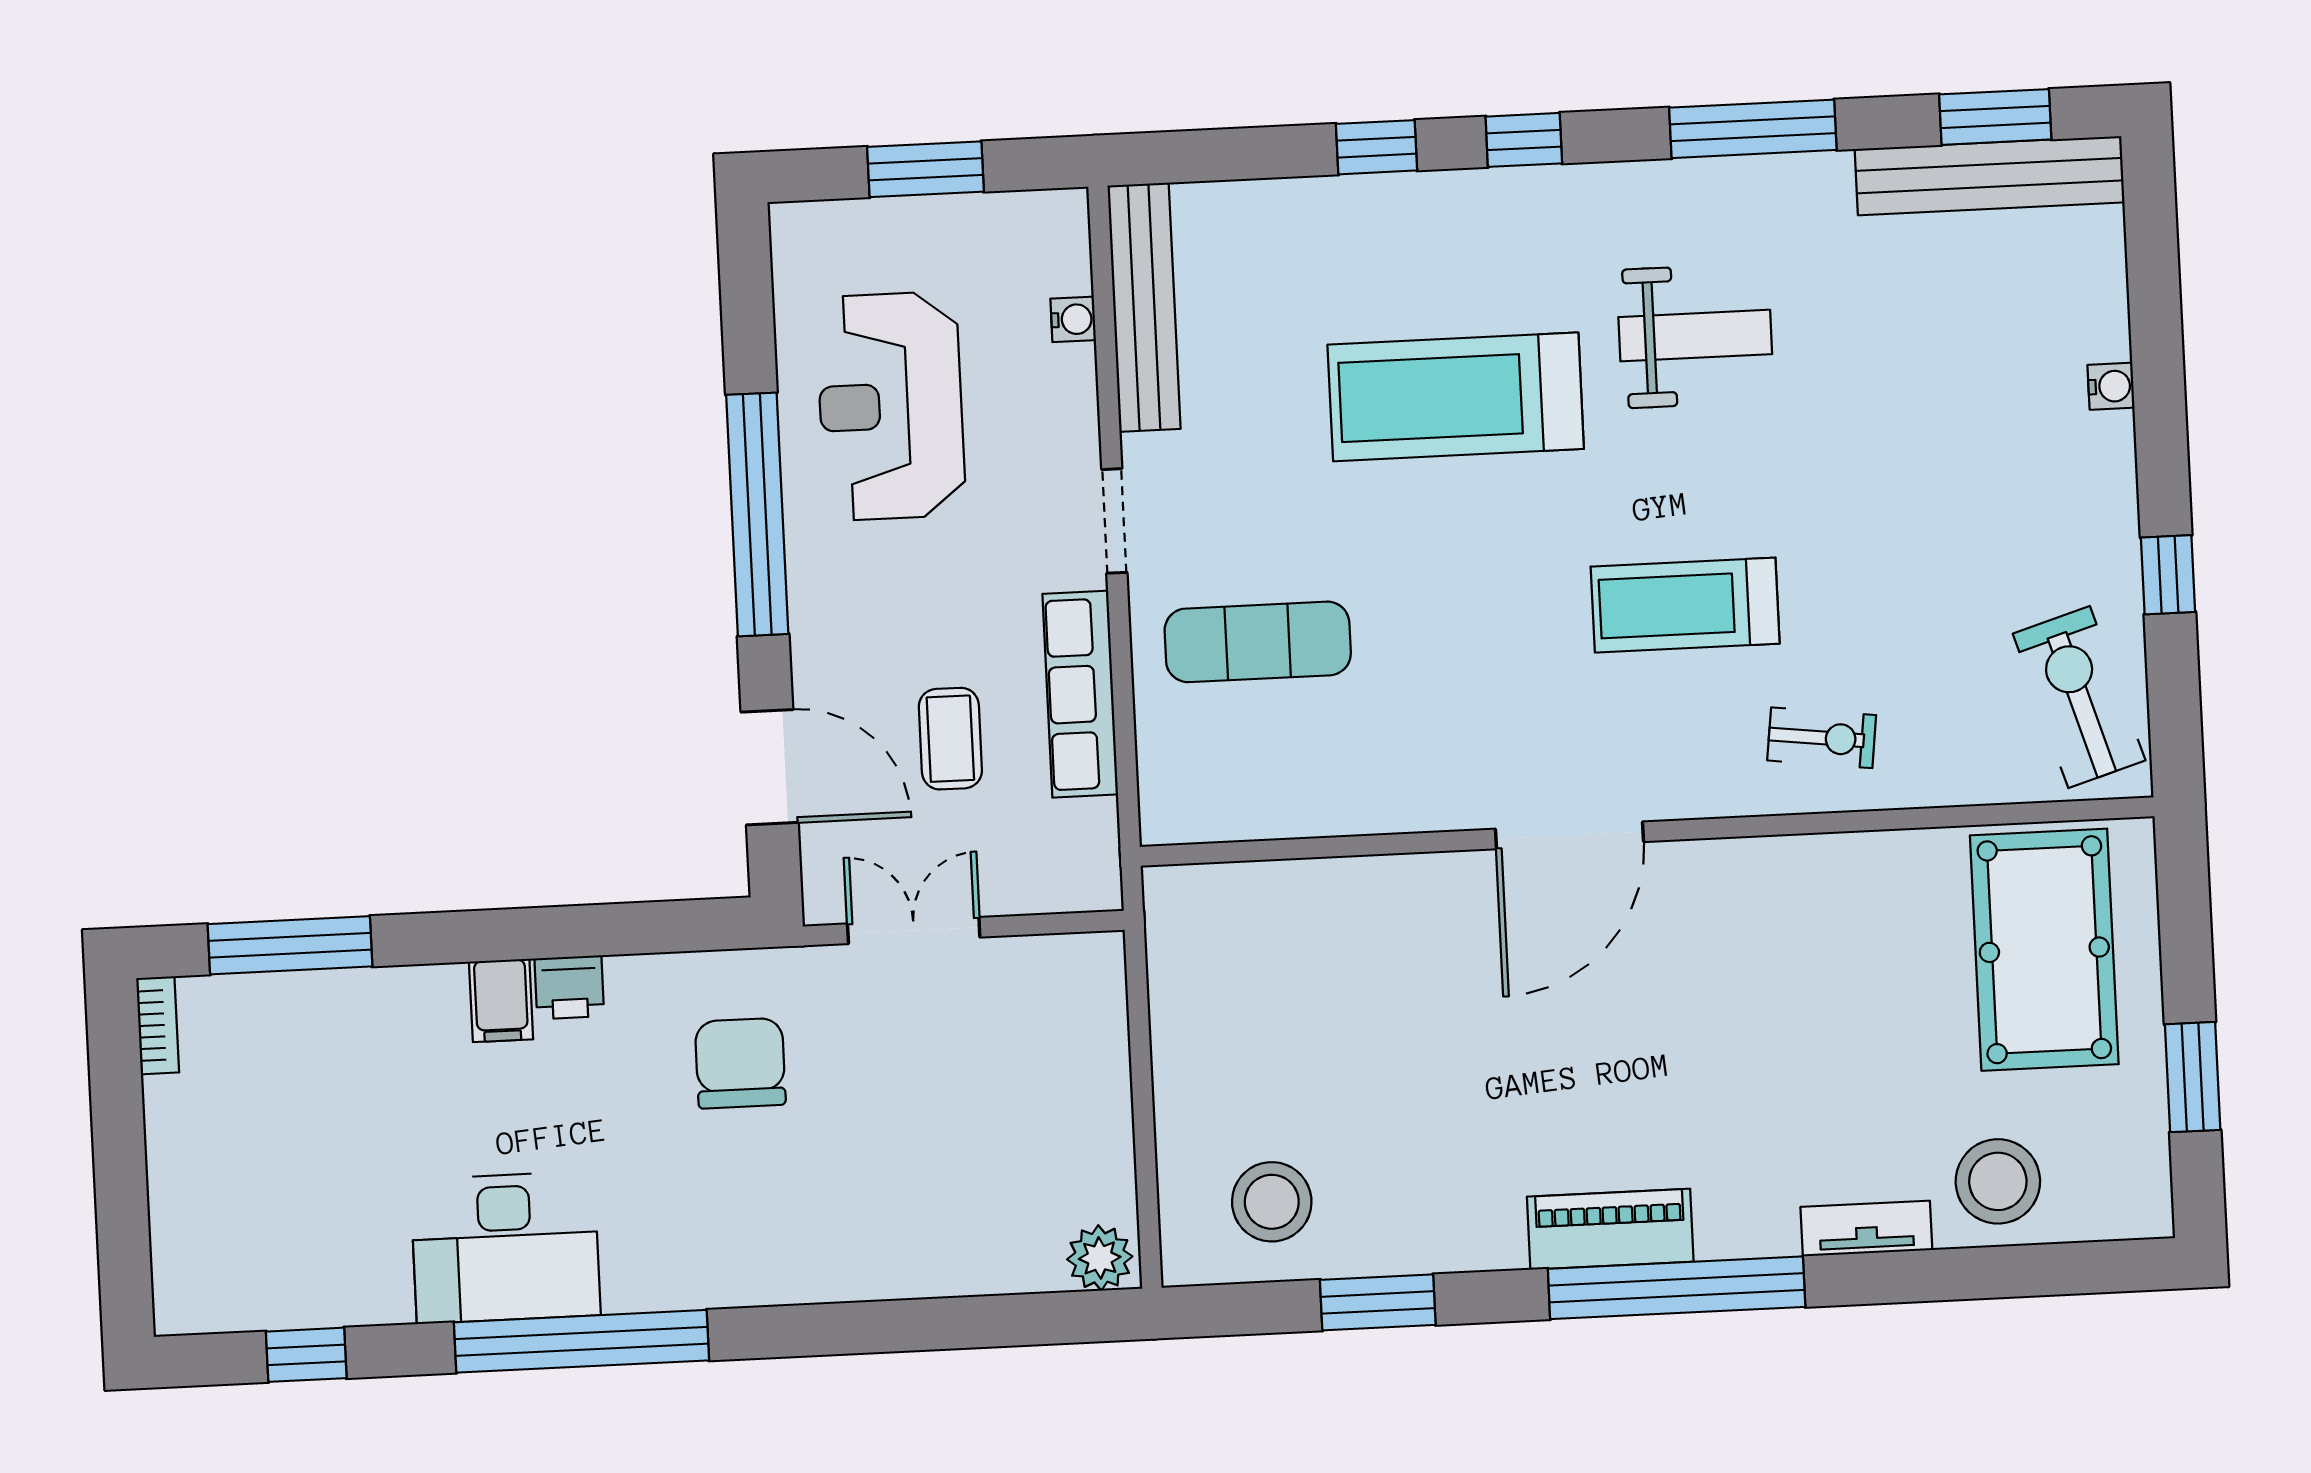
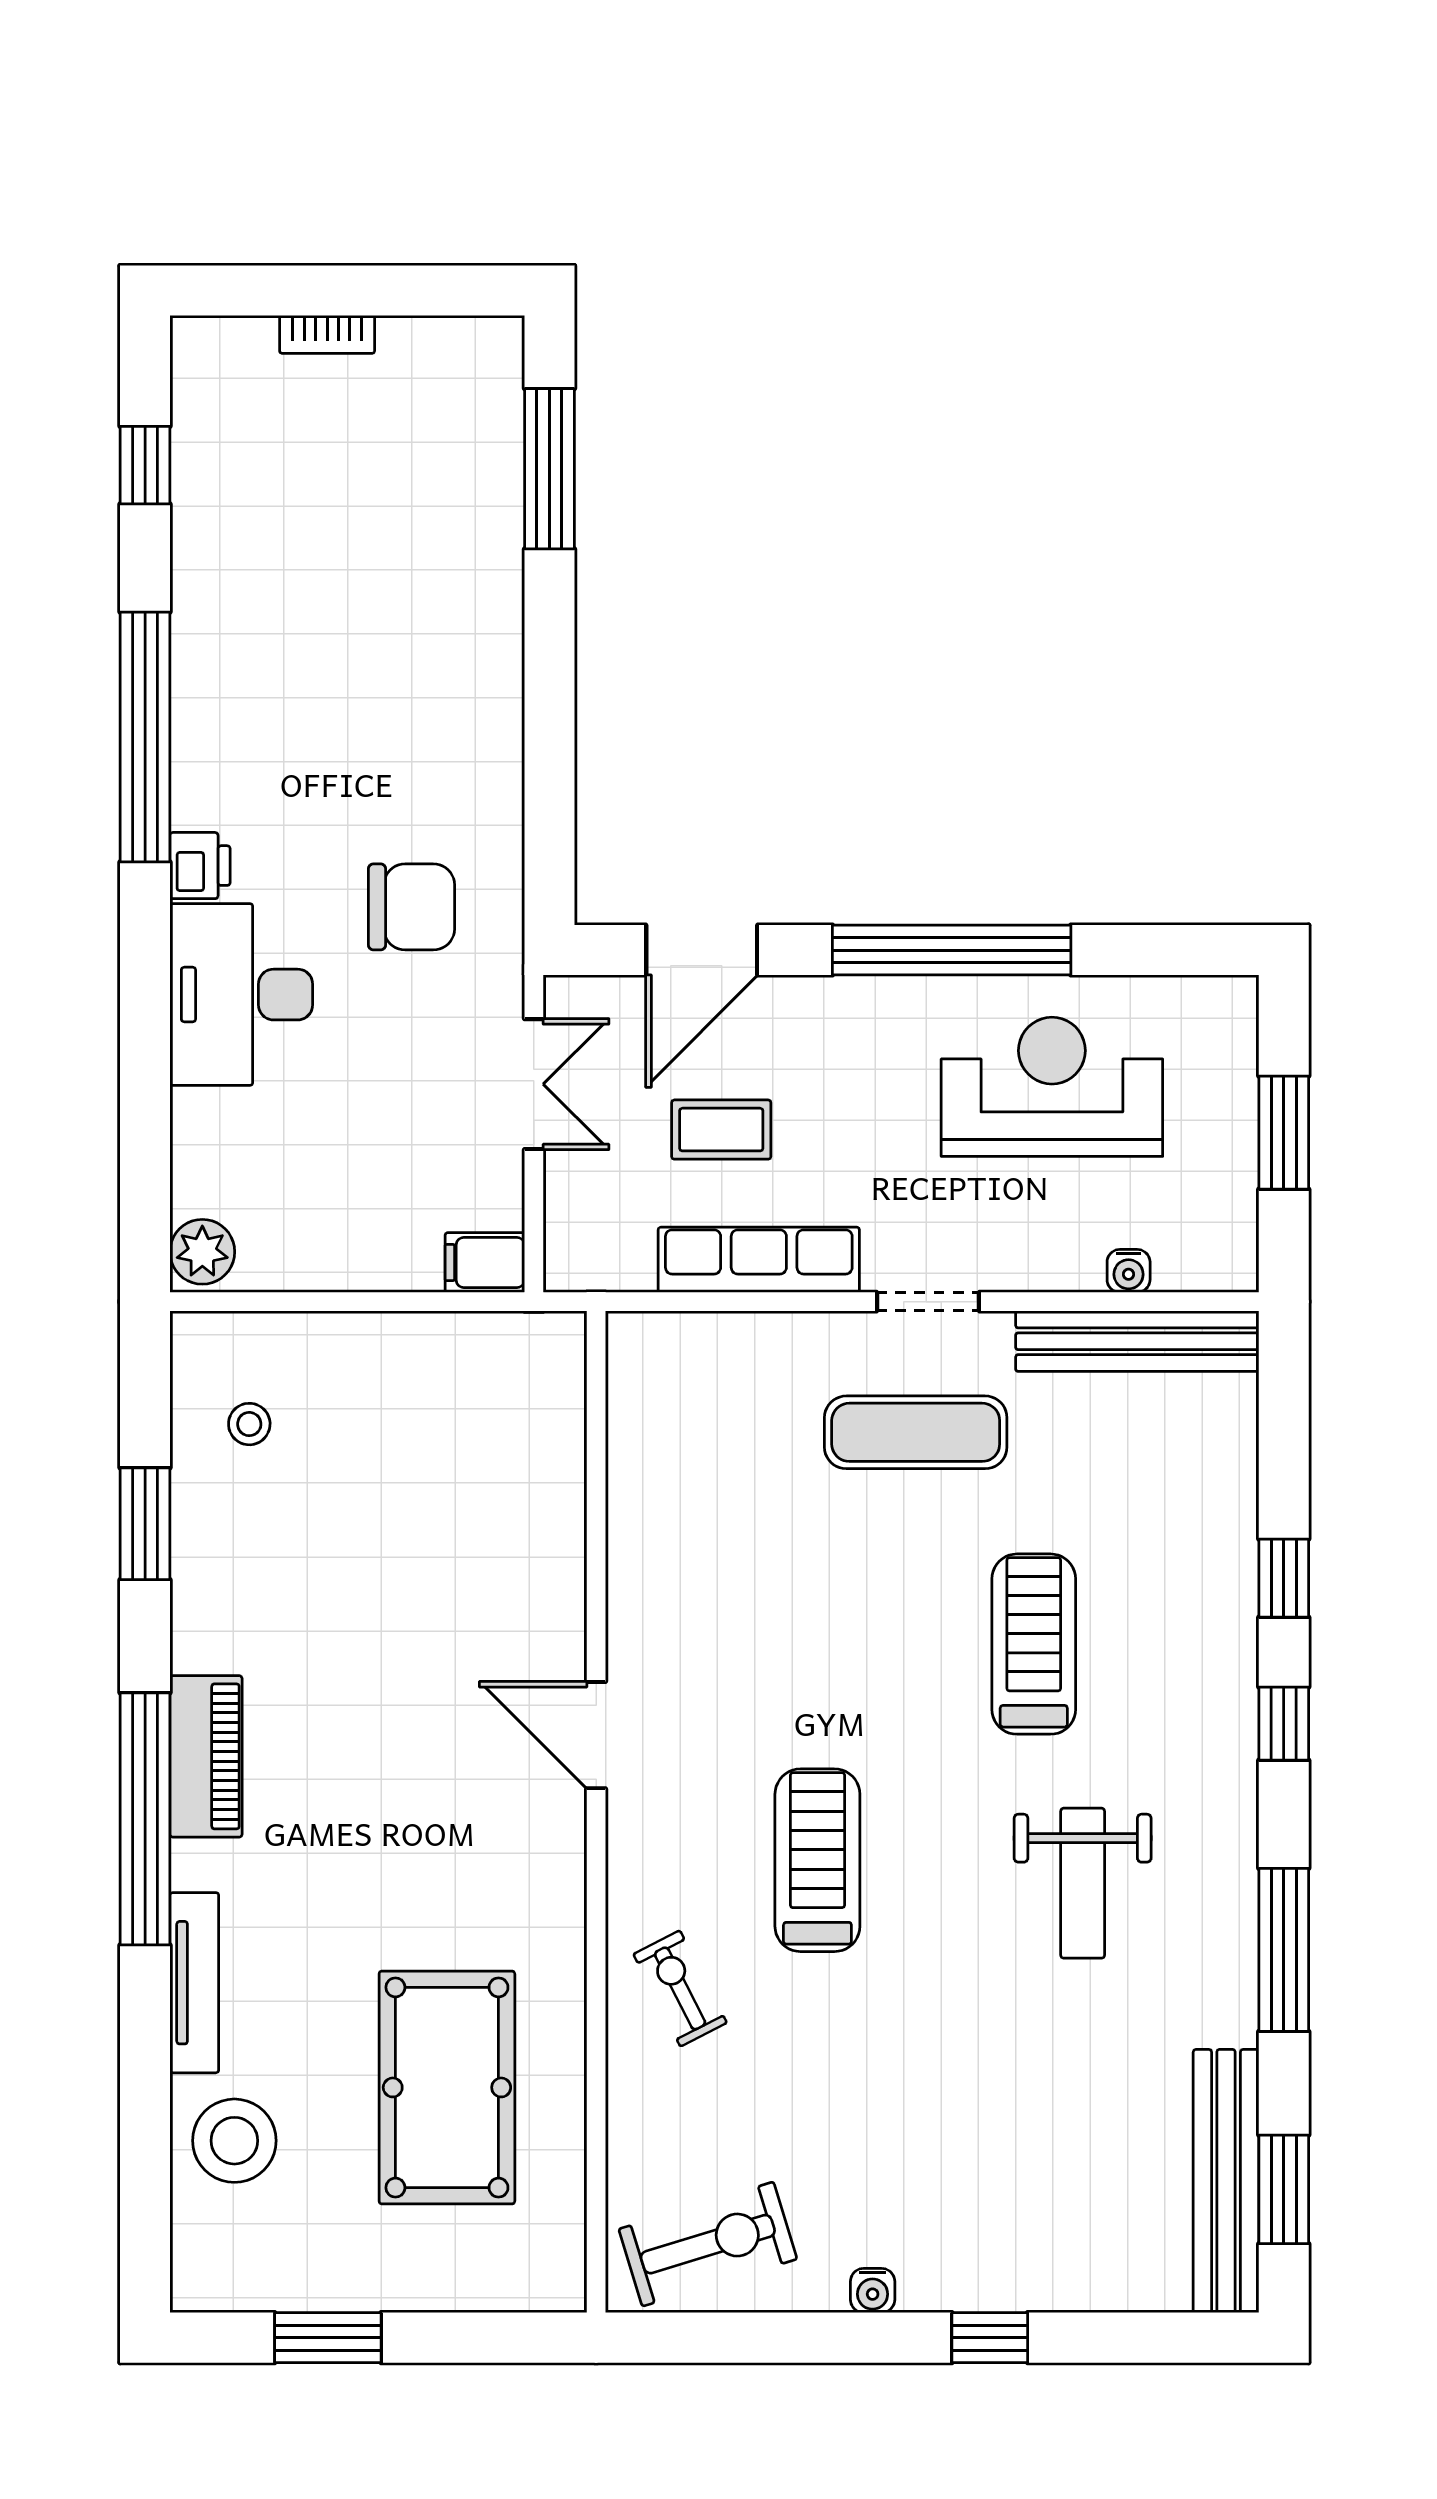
water cooler: (2111, 386) -> (873, 2291), moved
treadmill: (1456, 397) -> (1034, 1644), width x0.73, depth x0.73
window: (2168, 575) -> (990, 2338), moved
exercise mat: (1258, 642) -> (916, 1432), moved, turned 90
exercise bike: (1822, 738) -> (680, 1988), turned 146
door: (1570, 835) -> (596, 1735), width x0.73
pool table: (2044, 950) -> (447, 2087), moved, turned 90
printer: (569, 987) -> (200, 866), moved, turned 180
filing cabinet: (501, 1001) -> (485, 1263), moved
bookcase: (158, 1025) -> (327, 334), moved
stool: (1272, 1202) -> (249, 1424), width x0.53, depth x0.53
tv unit: (1866, 1229) -> (194, 1983), width x1.41
desk: (505, 1247) -> (241, 995), moved

